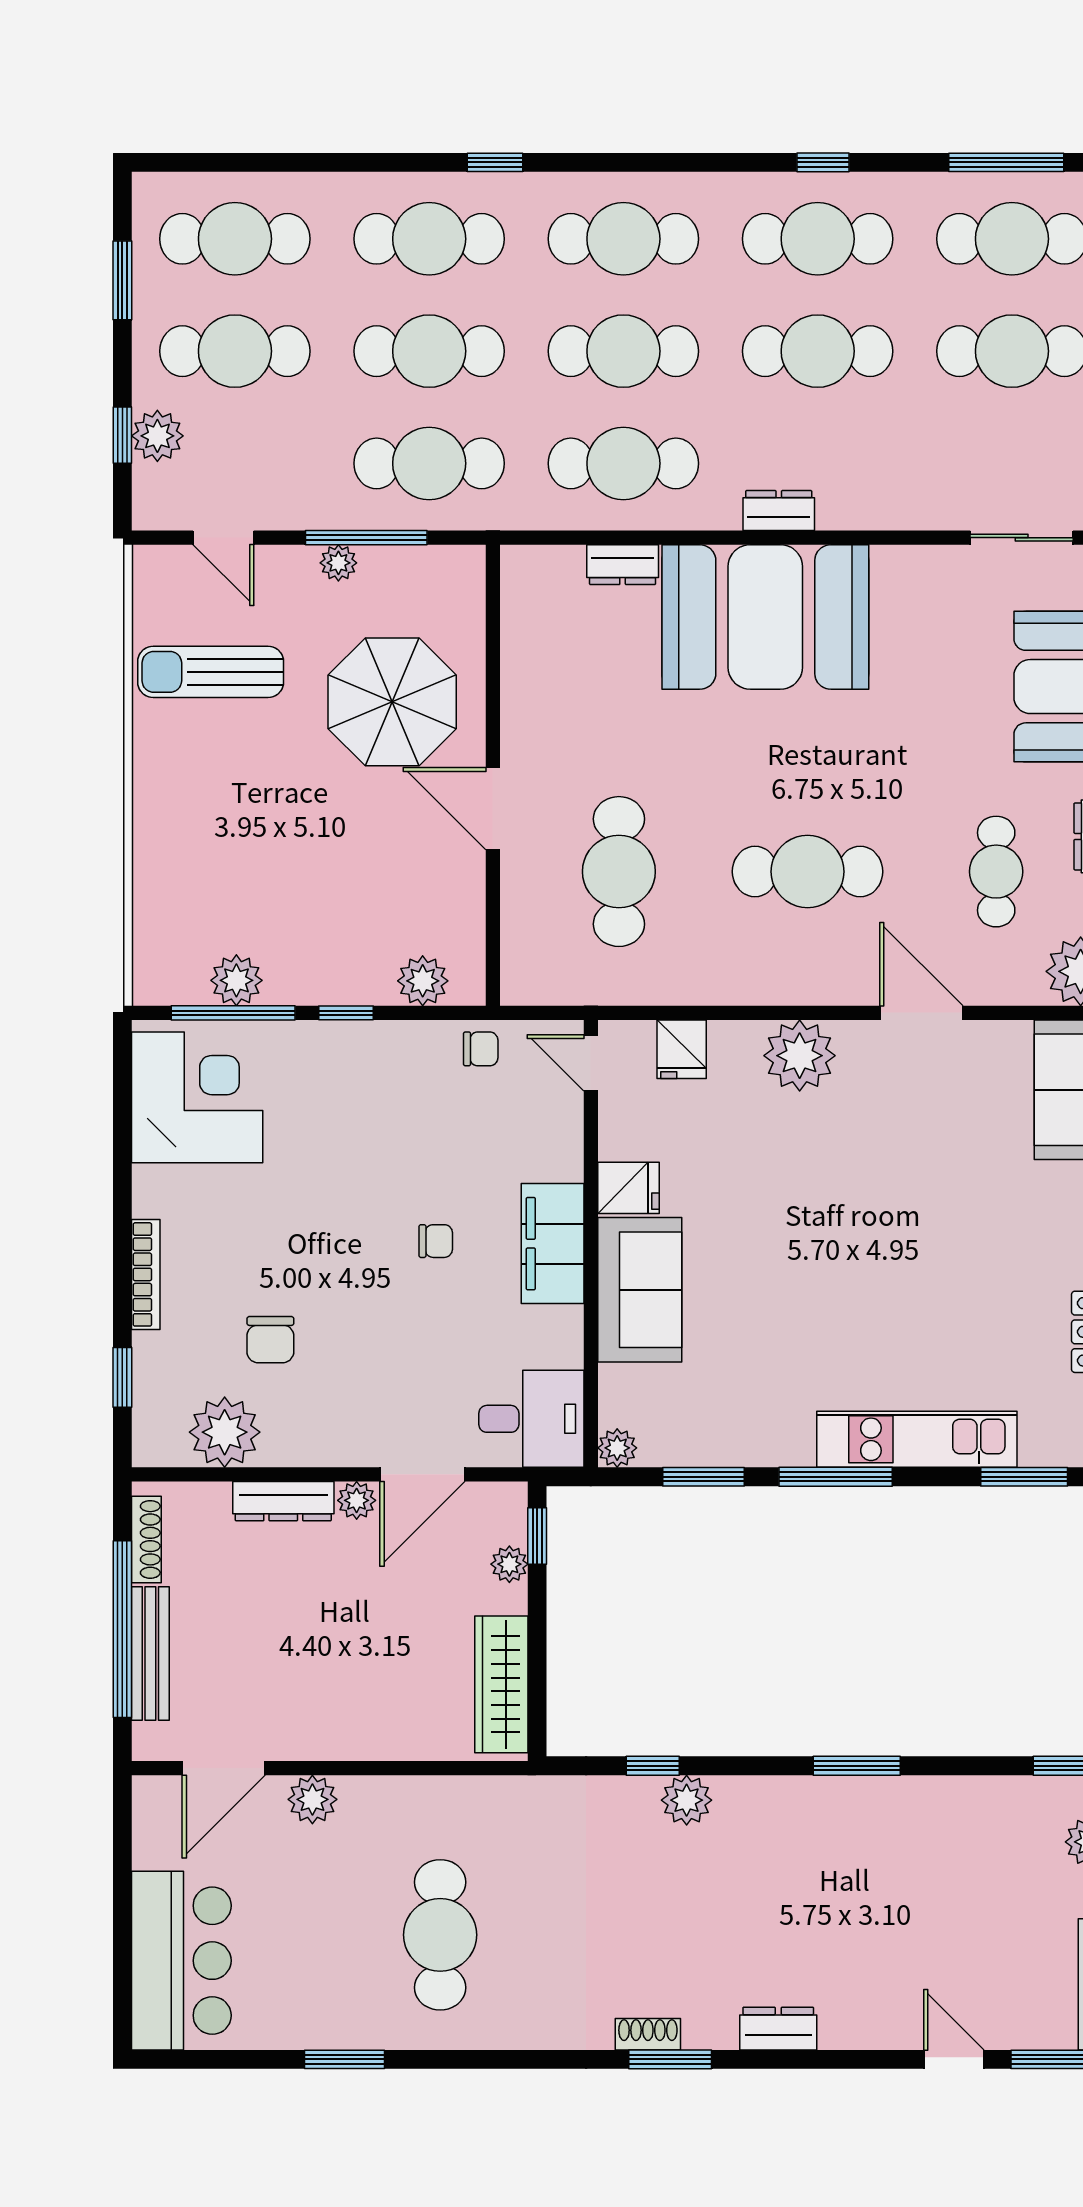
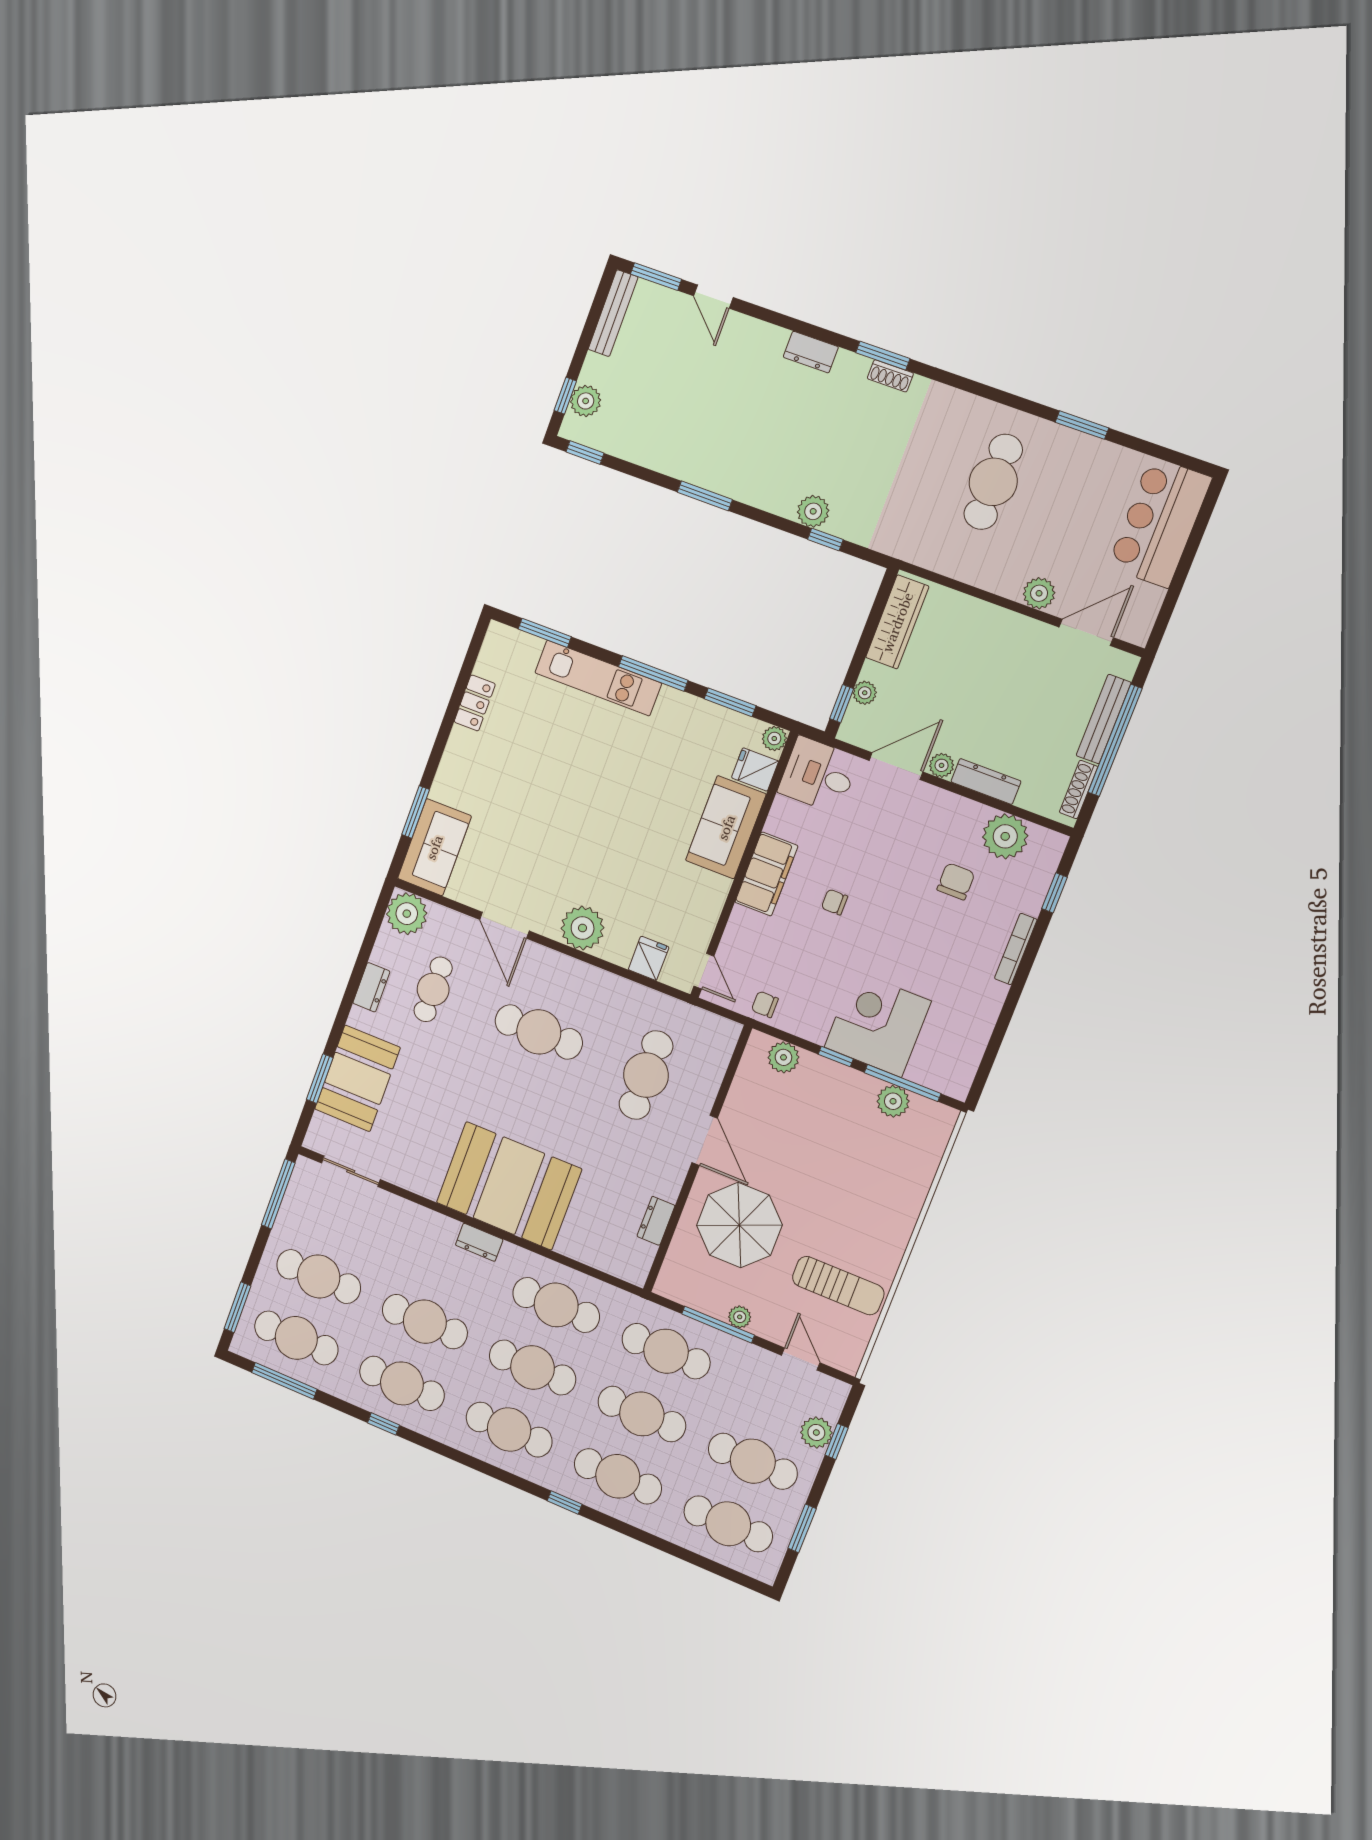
dresser: (623, 565) -> (656, 1221), moved, turned -90
corner desk: (197, 1097) -> (878, 1024), moved, turned 90
fridge: (628, 1188) -> (755, 769), moved

